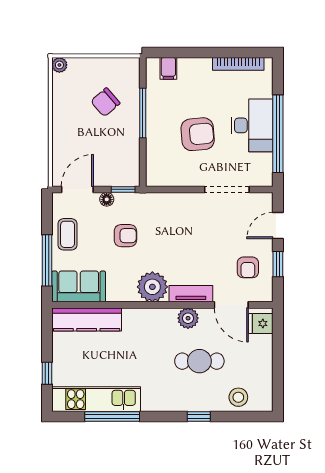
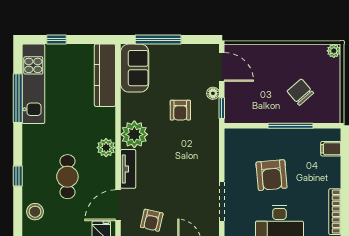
coffee table: (68, 234) -> (181, 58), removed
armchair: (248, 267) -> (152, 220), turned -77
plant: (188, 318) -> (106, 148), moved

